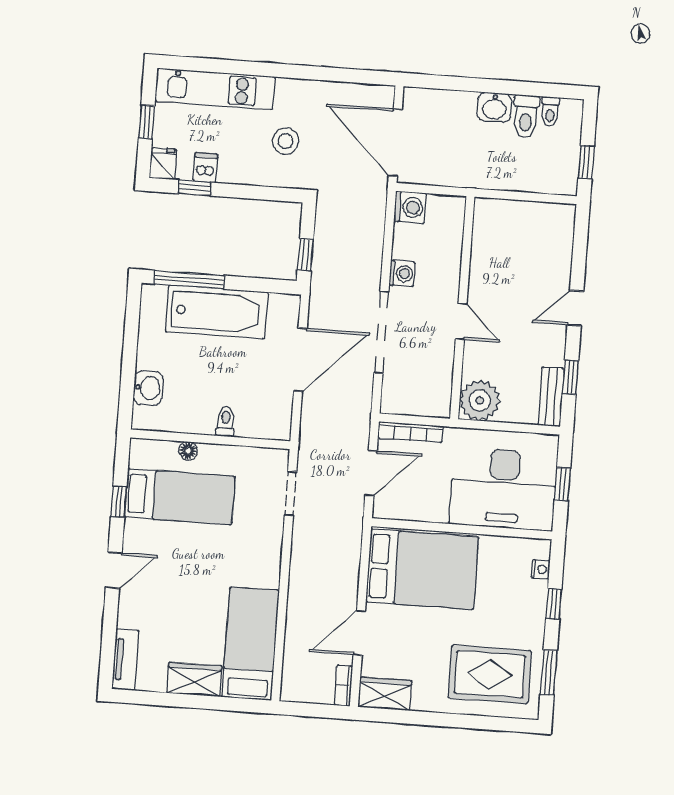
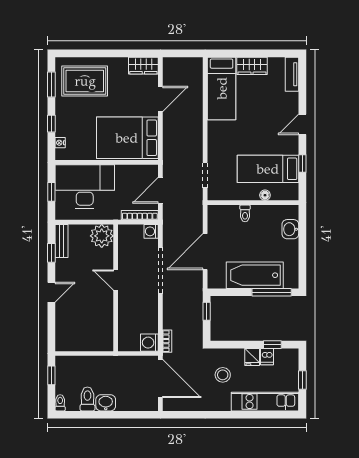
toilet: (550, 111) -> (60, 403), moved
fridge: (163, 164) -> (252, 357), moved
washing machine: (402, 273) -> (151, 231), moved
bookcase: (343, 686) -> (167, 341), moved

